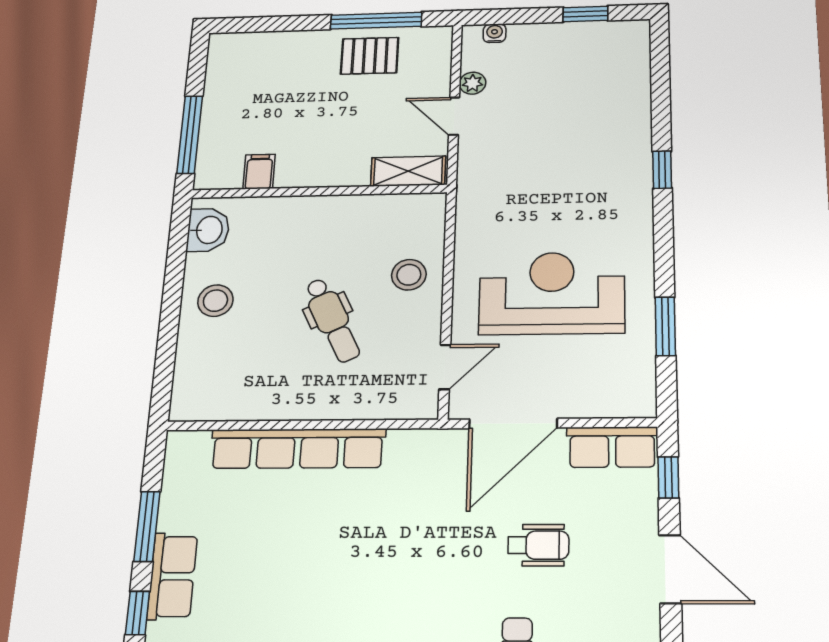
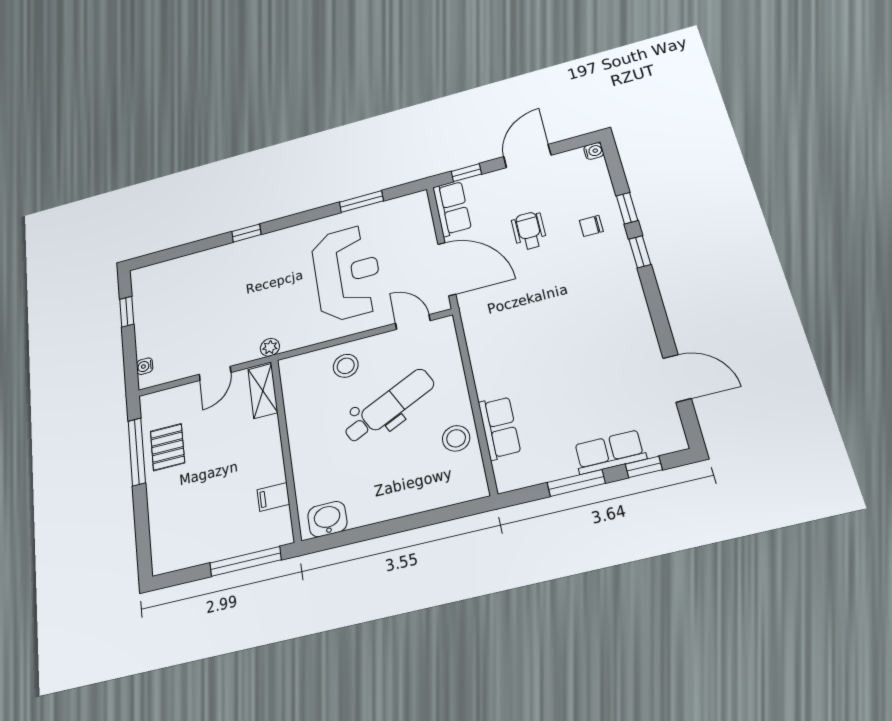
plant: (473, 83) -> (270, 347), moved
reception desk: (552, 293) -> (347, 273), turned 180
stool: (215, 301) -> (456, 438), moved
dental chair: (332, 320) -> (389, 406), width x1.36, depth x1.38
row of seats: (298, 449) -> (499, 428), width x0.50

